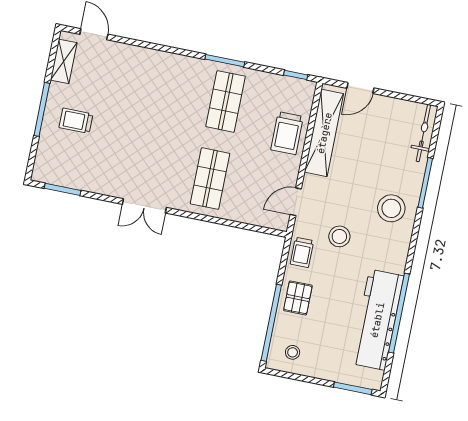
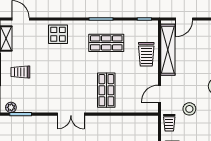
display table: (150, 71) -> (58, 34), added
shop shelf: (226, 101) -> (106, 43), turned 90
plant: (49, 175) -> (11, 107), added

